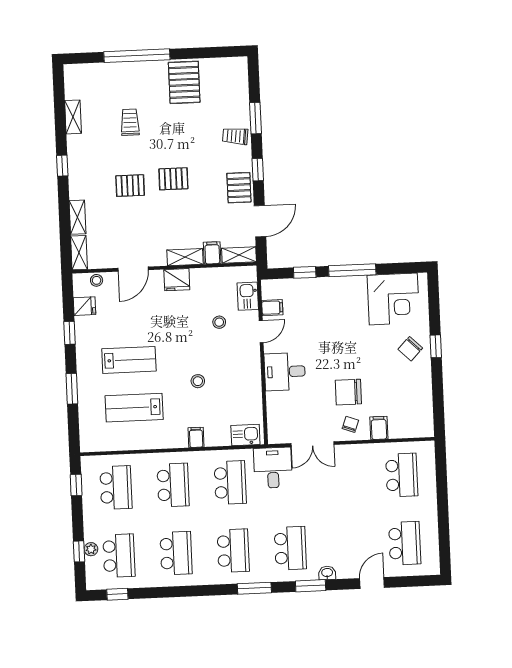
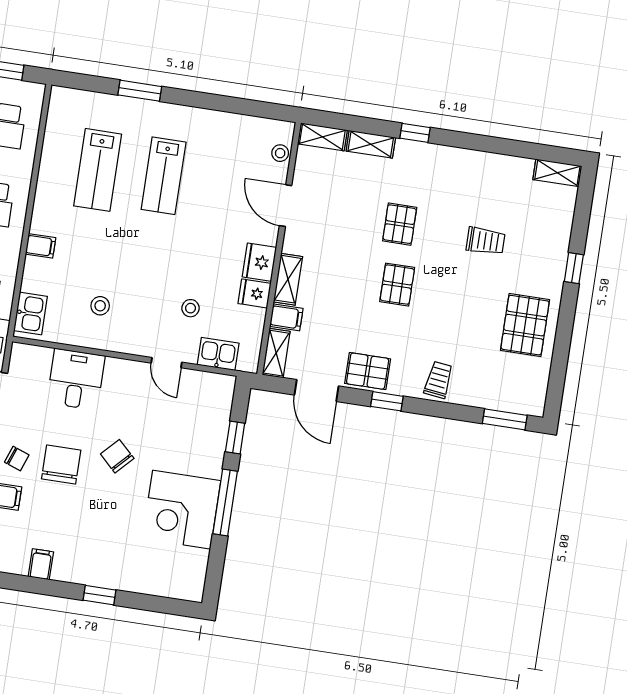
window: (137, 56) -> (574, 268), width x0.32
pallet: (184, 82) -> (525, 325), turned 90
shelving: (73, 117) -> (557, 173), moved
window: (255, 118) -> (505, 419), moved
window: (62, 166) -> (415, 133), moved
corner desk: (393, 299) -> (182, 510), moved
fridge: (84, 306) -> (255, 293), moved, turned 90
filing cabinet: (272, 308) -> (41, 564), moved, turned 180
window: (69, 333) -> (216, 102), removed
chair: (410, 349) -> (117, 456), moved
desk: (285, 372) -> (76, 379), moved
stool: (198, 381) -> (100, 306), moved
lab bench: (134, 408) -> (98, 170), turned 180

